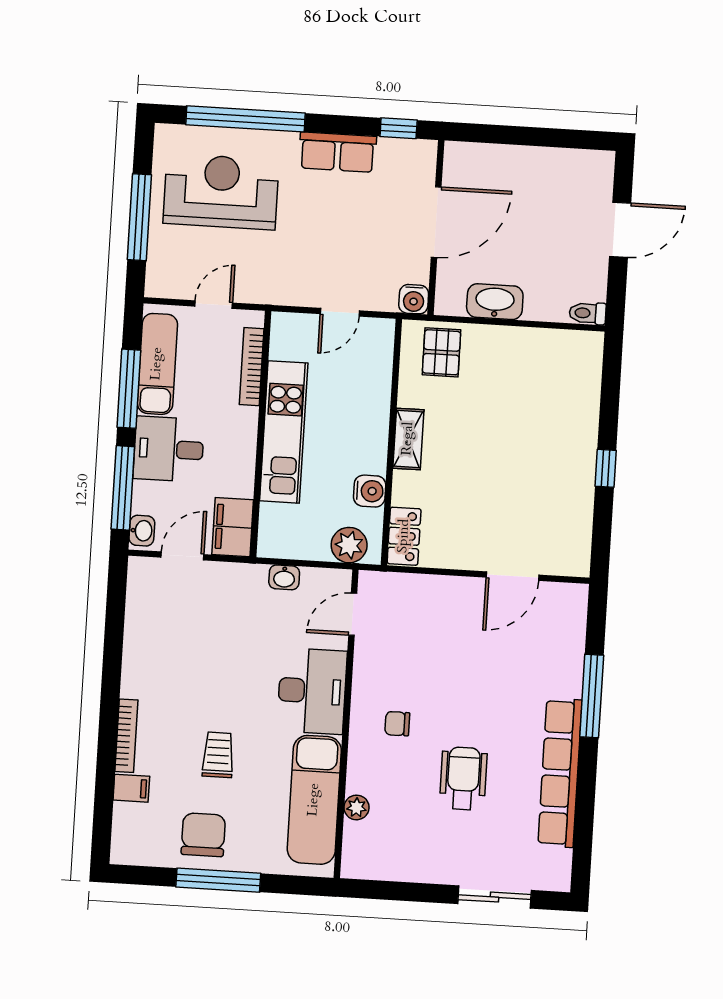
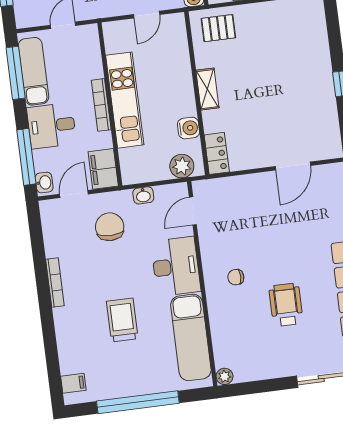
pallet: (442, 352) -> (218, 28), turned 90
bookcase: (252, 367) -> (101, 105), moved
window: (129, 389) -> (16, 73), moved
bookcase: (126, 736) -> (55, 282), moved
trolley: (218, 755) -> (122, 320), width x1.36, depth x1.39
filing cabinet: (131, 788) -> (73, 383), moved
plant: (357, 807) -> (225, 376), moved
chair: (203, 835) -> (110, 227), moved
window: (218, 880) -> (138, 402), width x1.46

